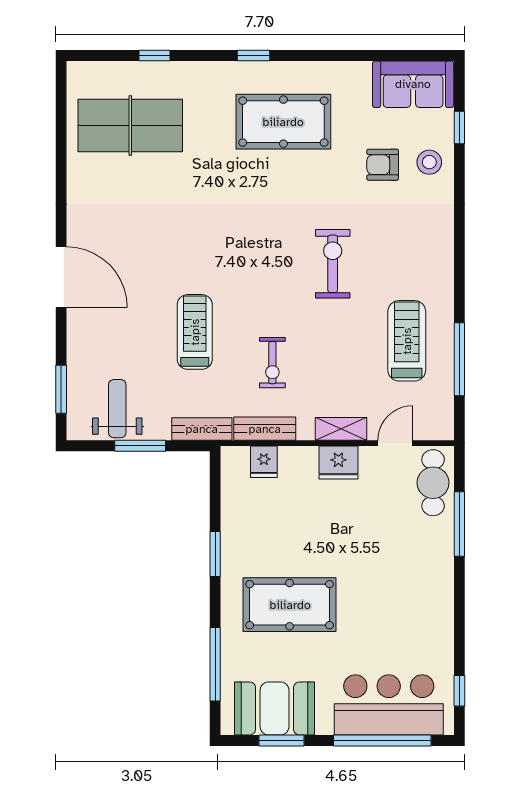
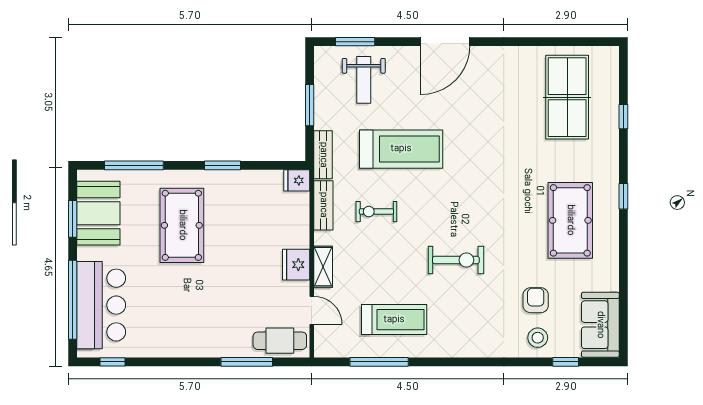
treadmill: (195, 332) -> (401, 149), width x1.37, depth x1.38
weight bench: (117, 409) -> (364, 80), moved, turned 90
fridge: (264, 462) -> (297, 180), moved

